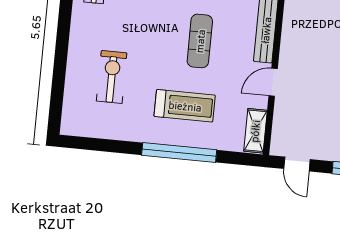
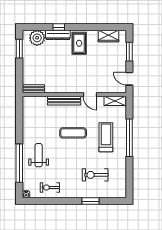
window: (60, 63) -> (91, 201), added
door: (297, 164) -> (129, 79), swing flipped

